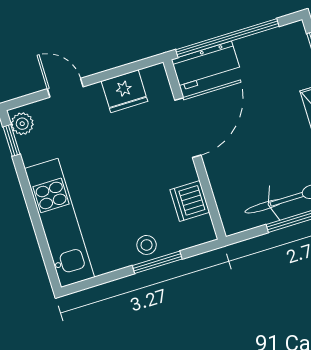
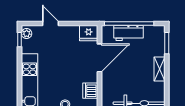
workbench: (206, 66) -> (128, 33), moved
fridge: (124, 91) -> (89, 33), moved

